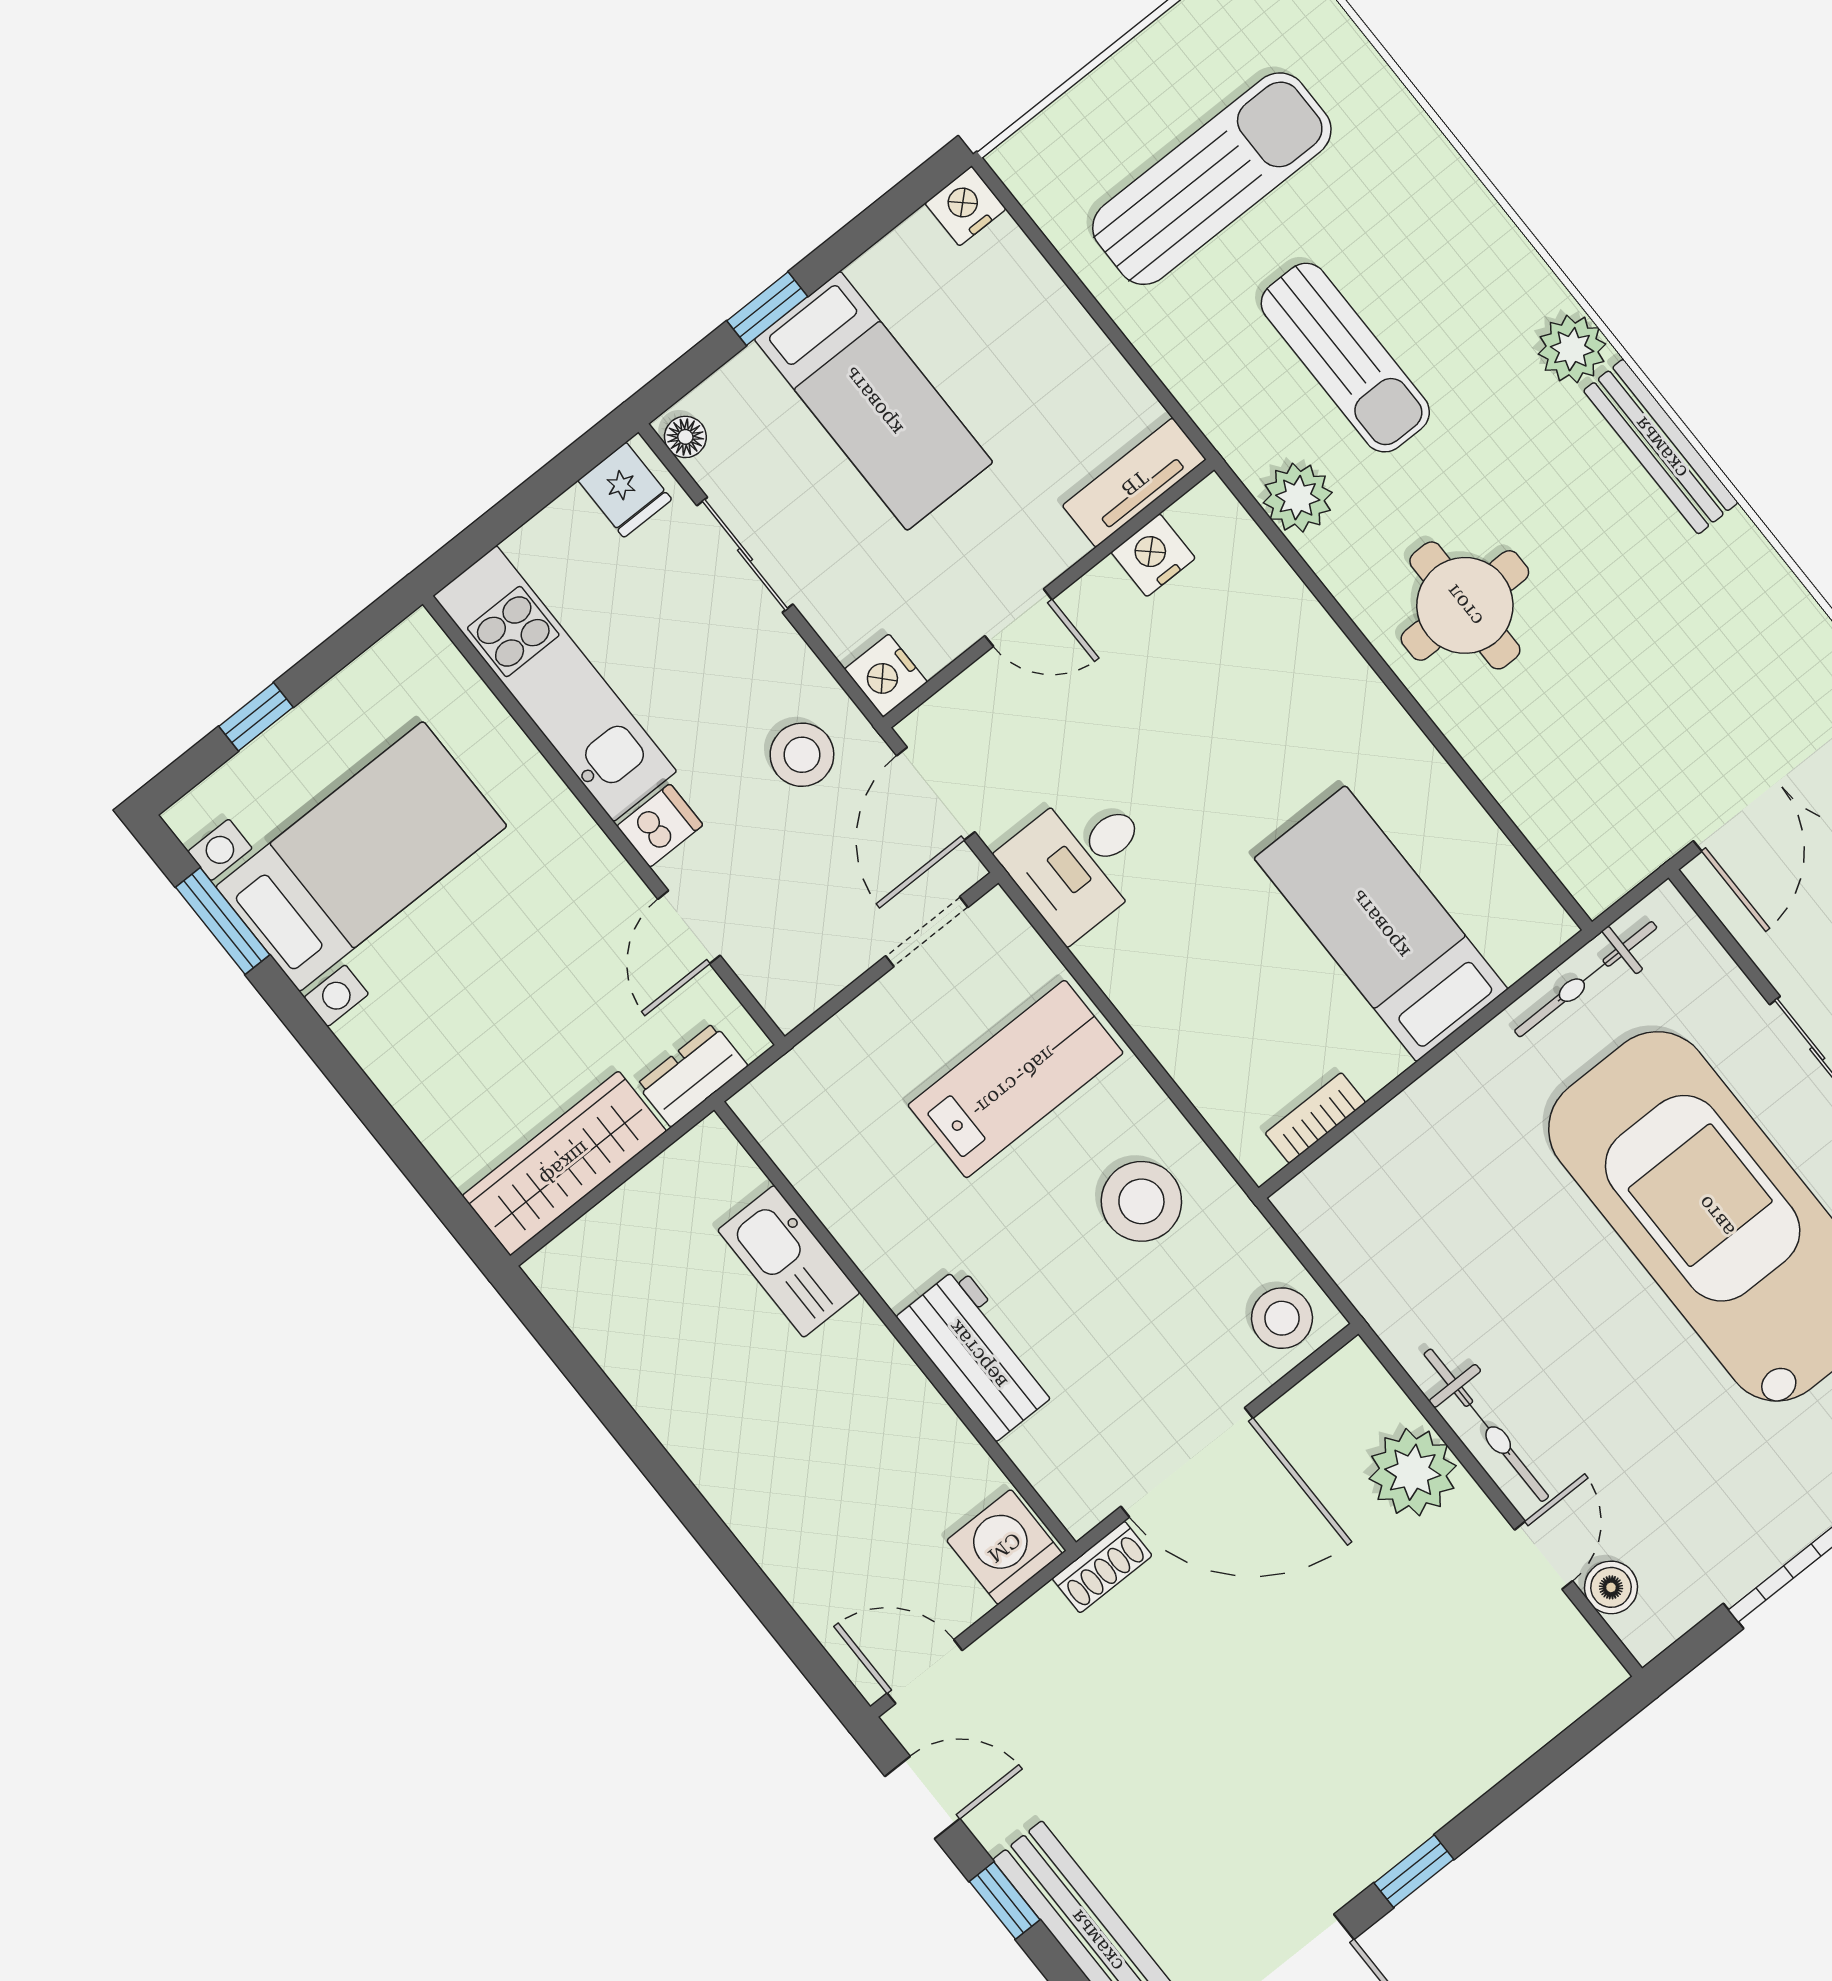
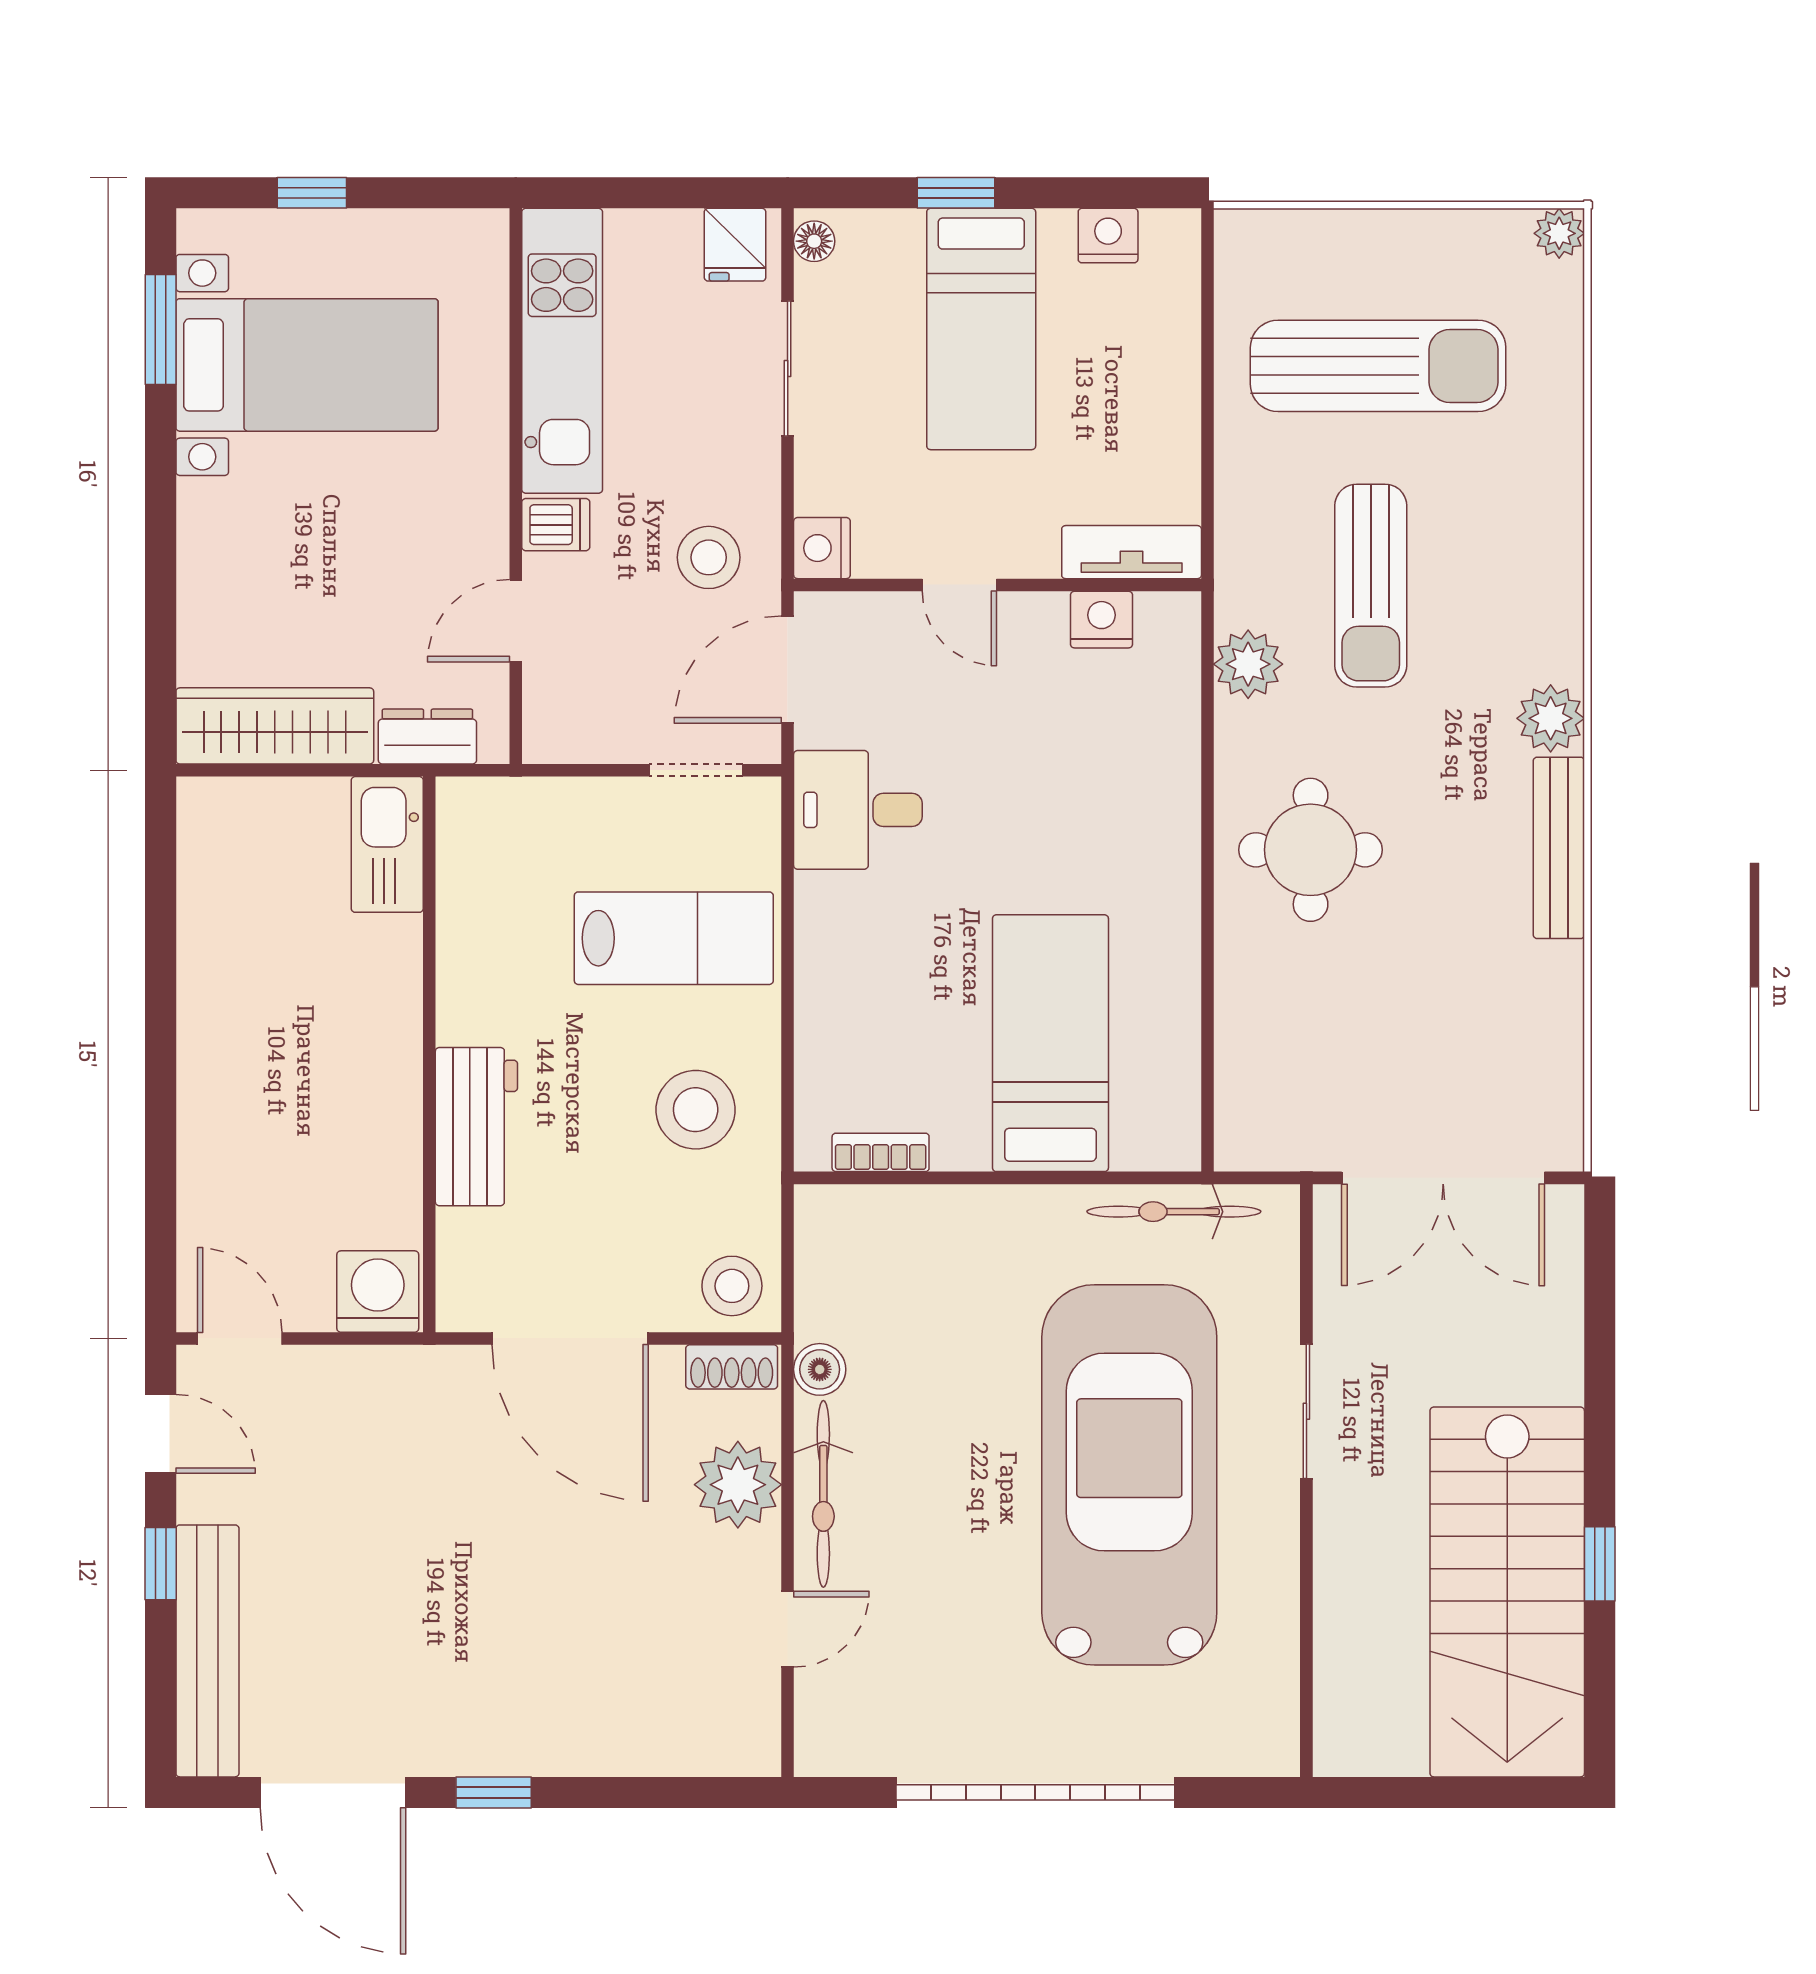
nightstand: (965, 206) -> (1108, 236), moved
kitchen sink: (789, 1261) -> (387, 844), moved
shoe rack: (1102, 1567) -> (732, 1367), moved
boiler: (1611, 1587) -> (820, 1369), moved

